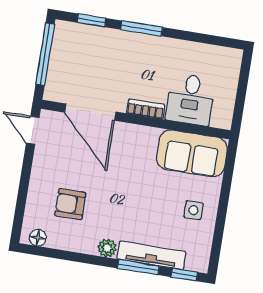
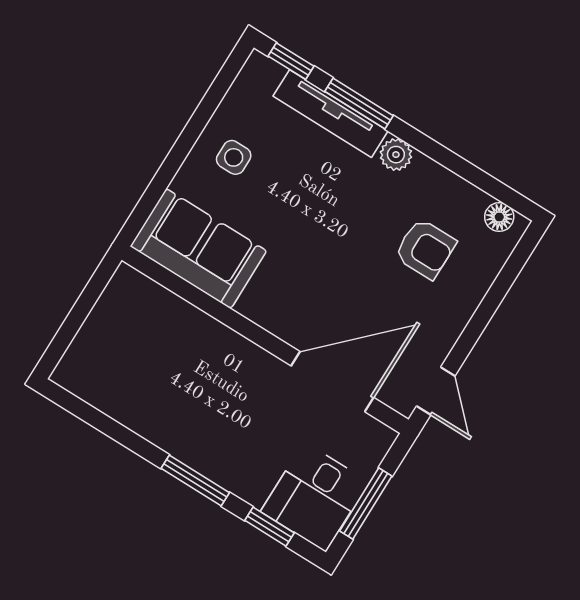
window: (45, 54) -> (366, 504), width x0.69
desk: (190, 99) -> (315, 497), moved, turned 180
bookcase: (146, 109) -> (242, 350), removed
door: (90, 112) -> (332, 382), hinge flipped

